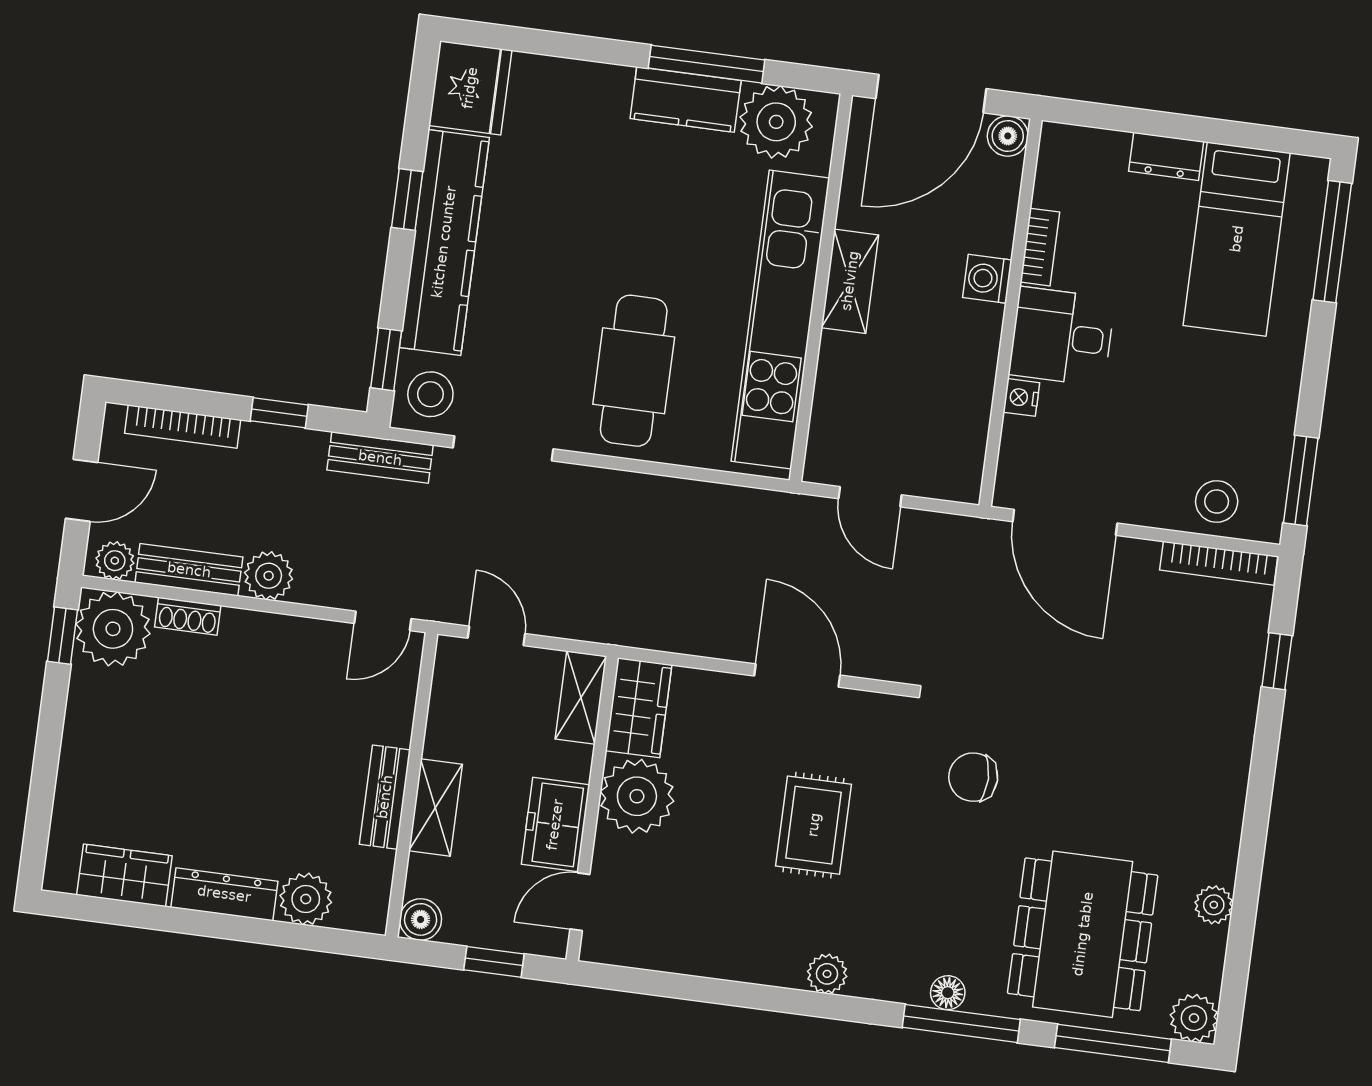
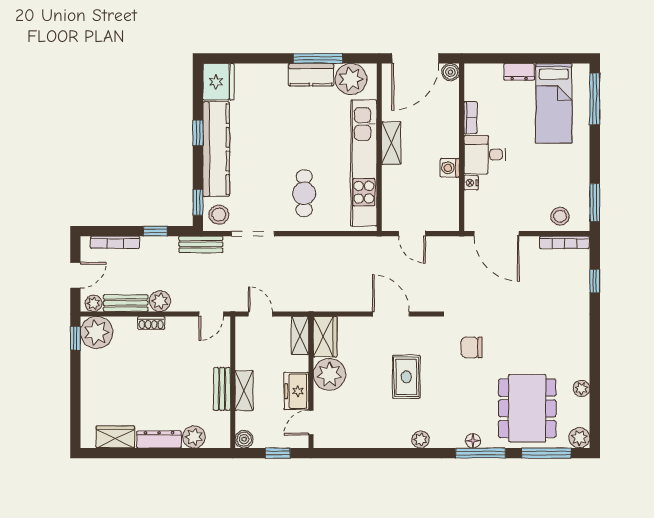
washing machine: (987, 279) -> (450, 168), moved
cafe table: (634, 371) -> (304, 193), width x0.73, depth x0.74
shoe rack: (188, 616) -> (151, 323), moved

